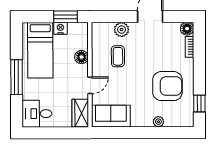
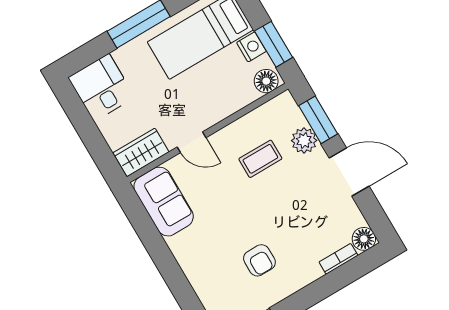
window: (115, 17) -> (318, 120), added
floor lamp: (81, 57) -> (266, 81), moved
armchair: (167, 86) -> (259, 260), width x0.53, depth x0.53
plant: (158, 122) -> (198, 278), removed

